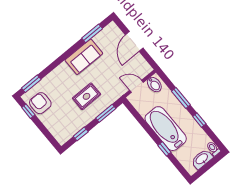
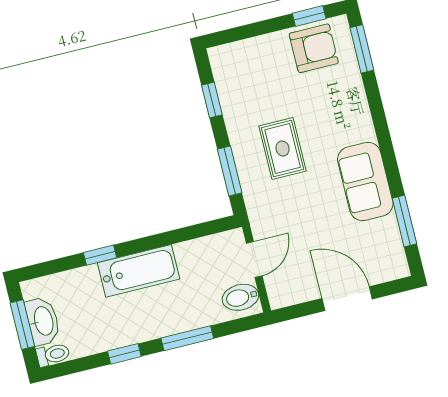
bathtub: (166, 129) -> (139, 271), width x0.73, depth x0.73
window: (207, 167) -> (22, 325), added

